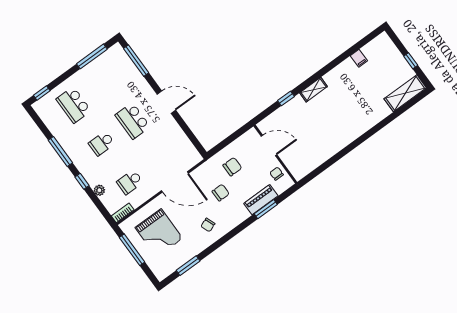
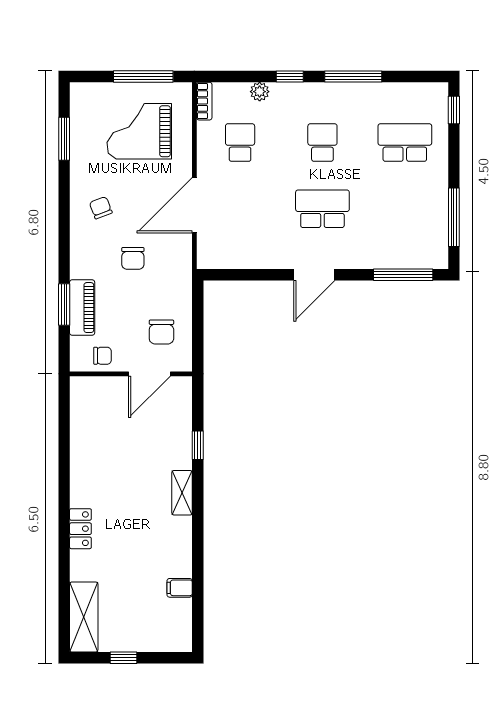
locker: (365, 125) -> (80, 529), added
chair: (232, 167) -> (161, 332), moved

